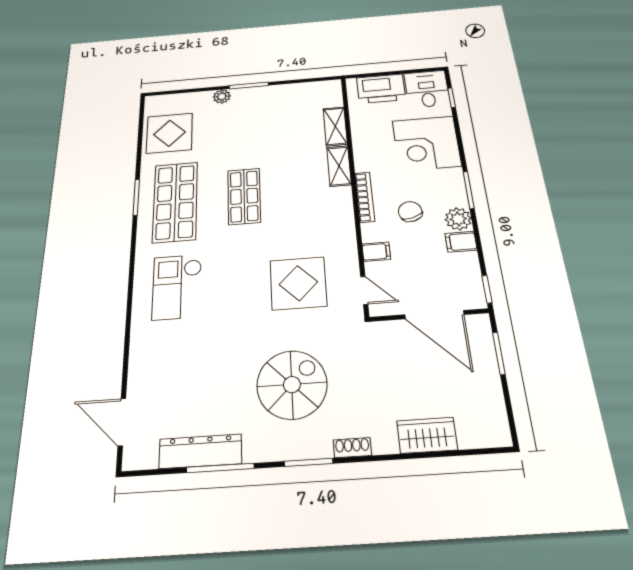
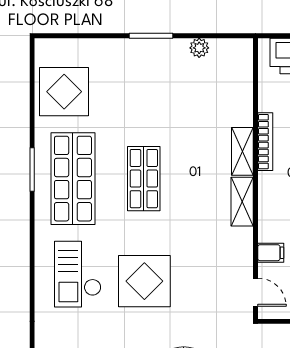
plant: (222, 96) -> (199, 48), moved
shelving: (335, 126) -> (242, 202), moved
bookcase: (365, 197) -> (265, 142), moved
display table: (298, 283) -> (144, 281), moved

